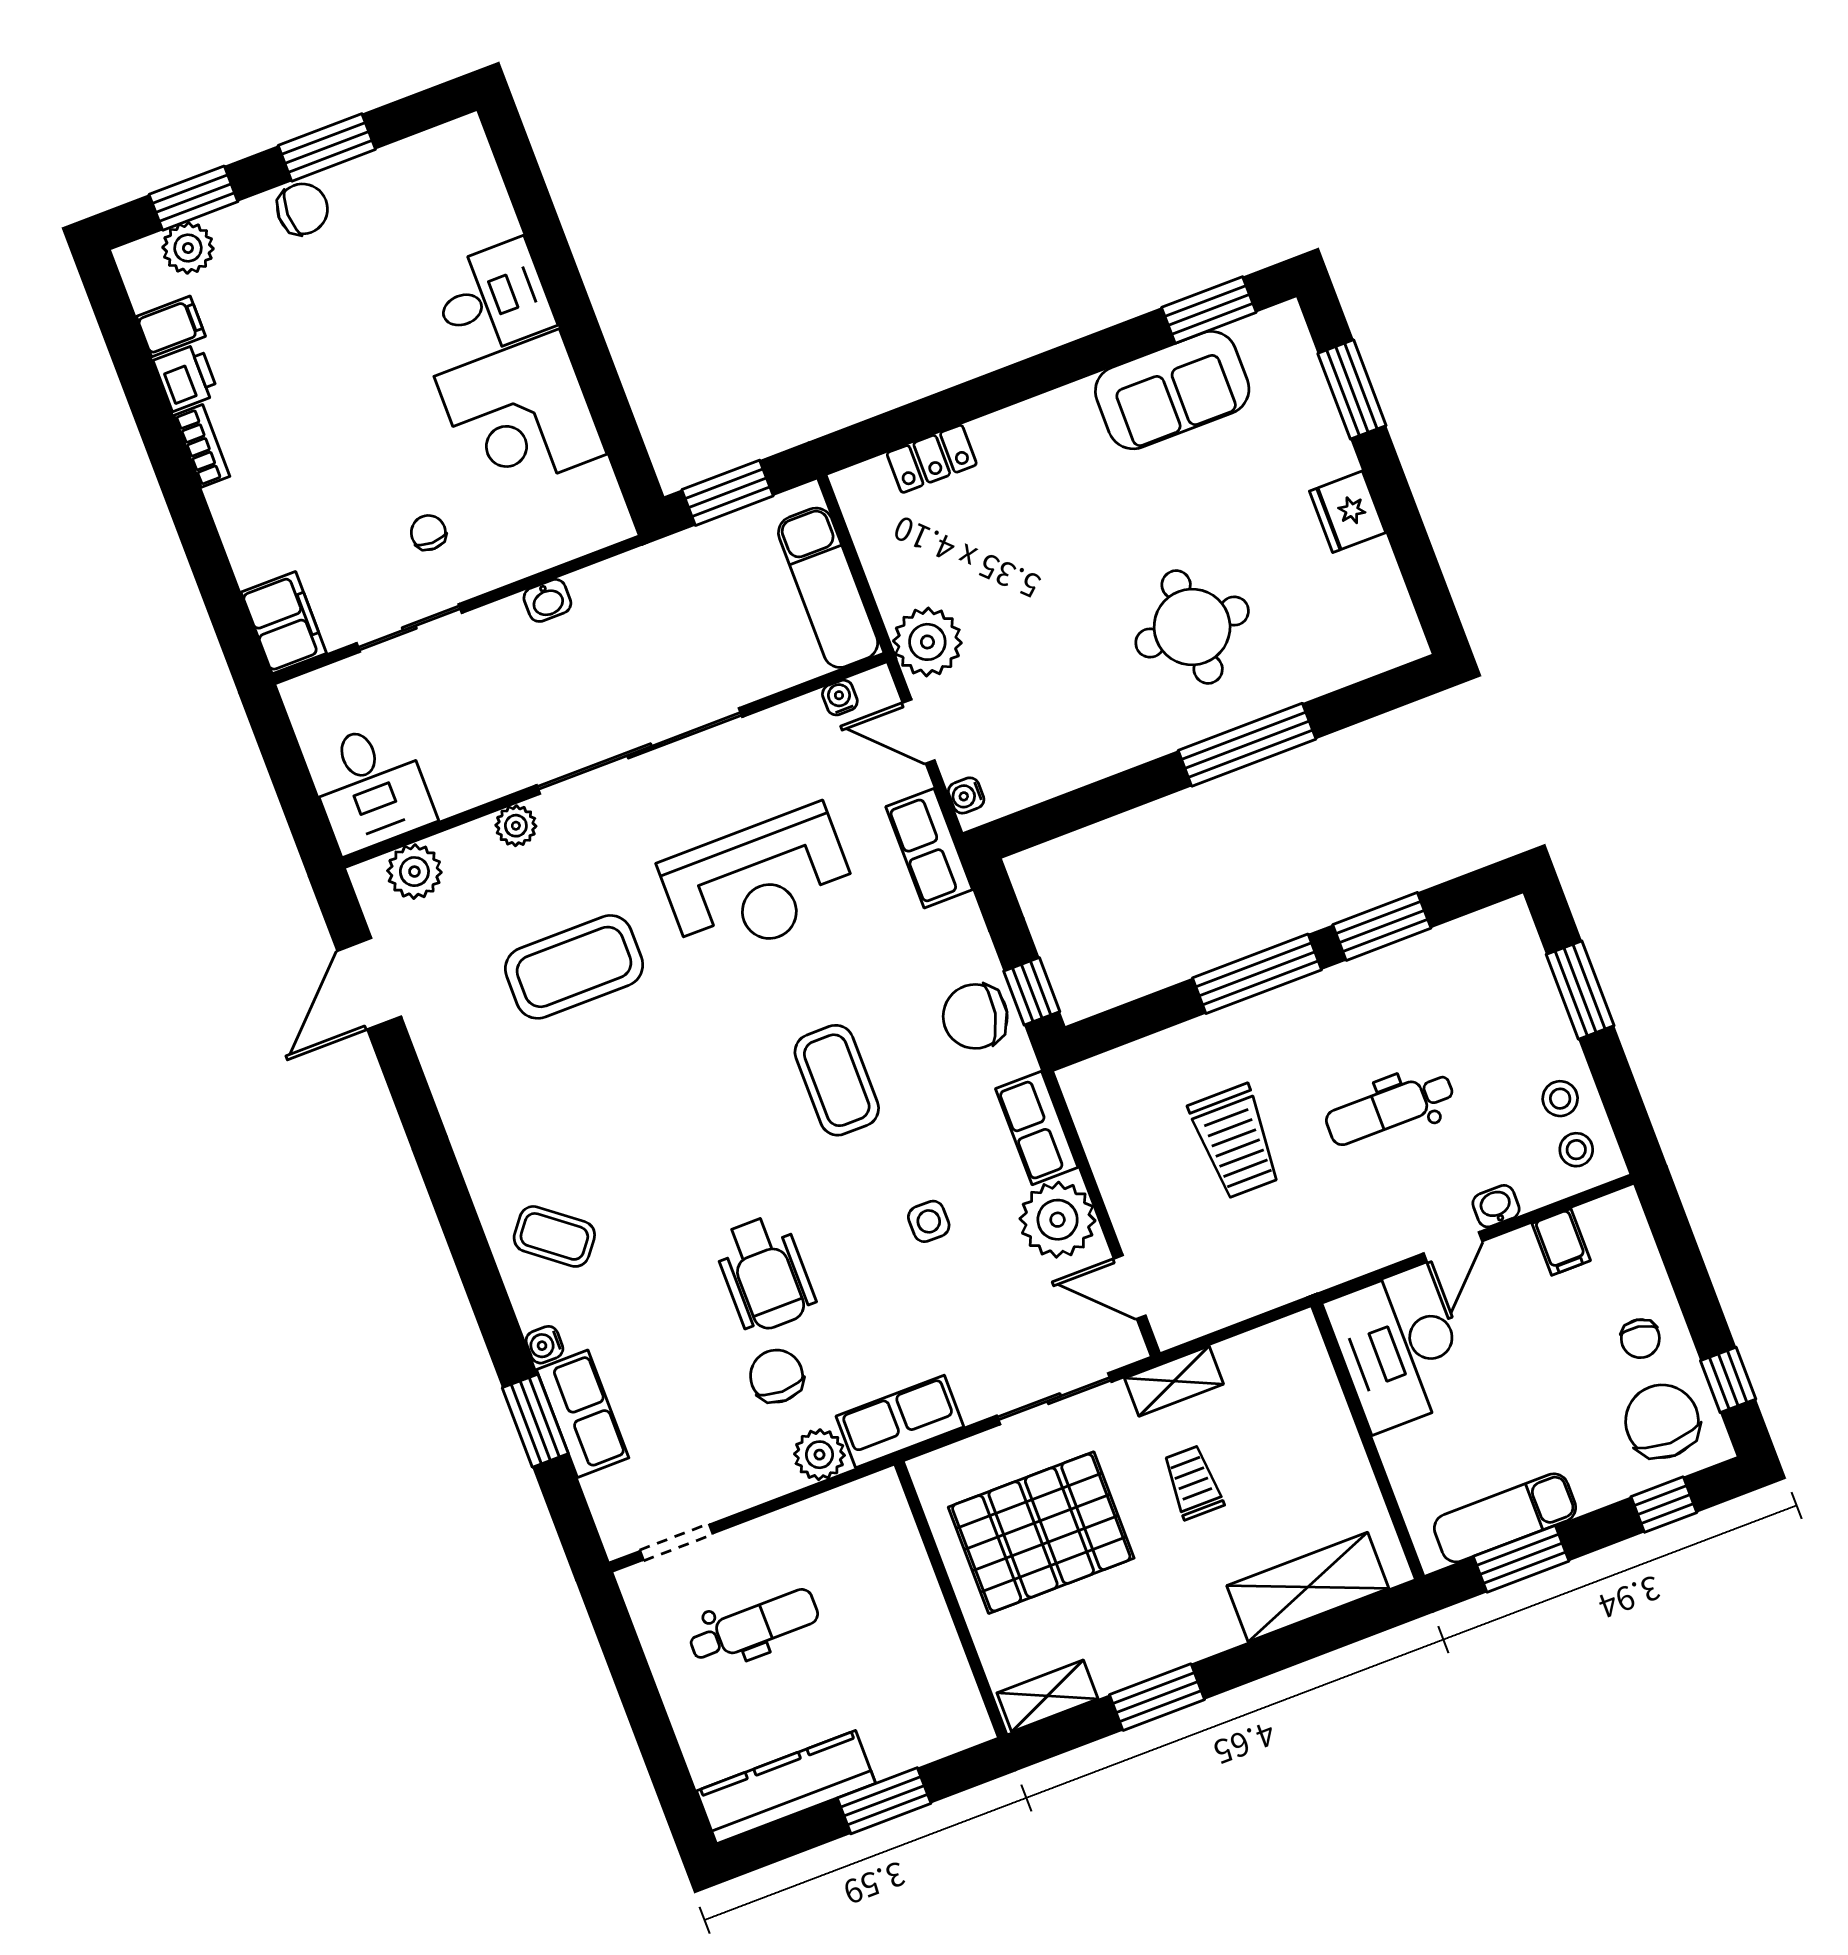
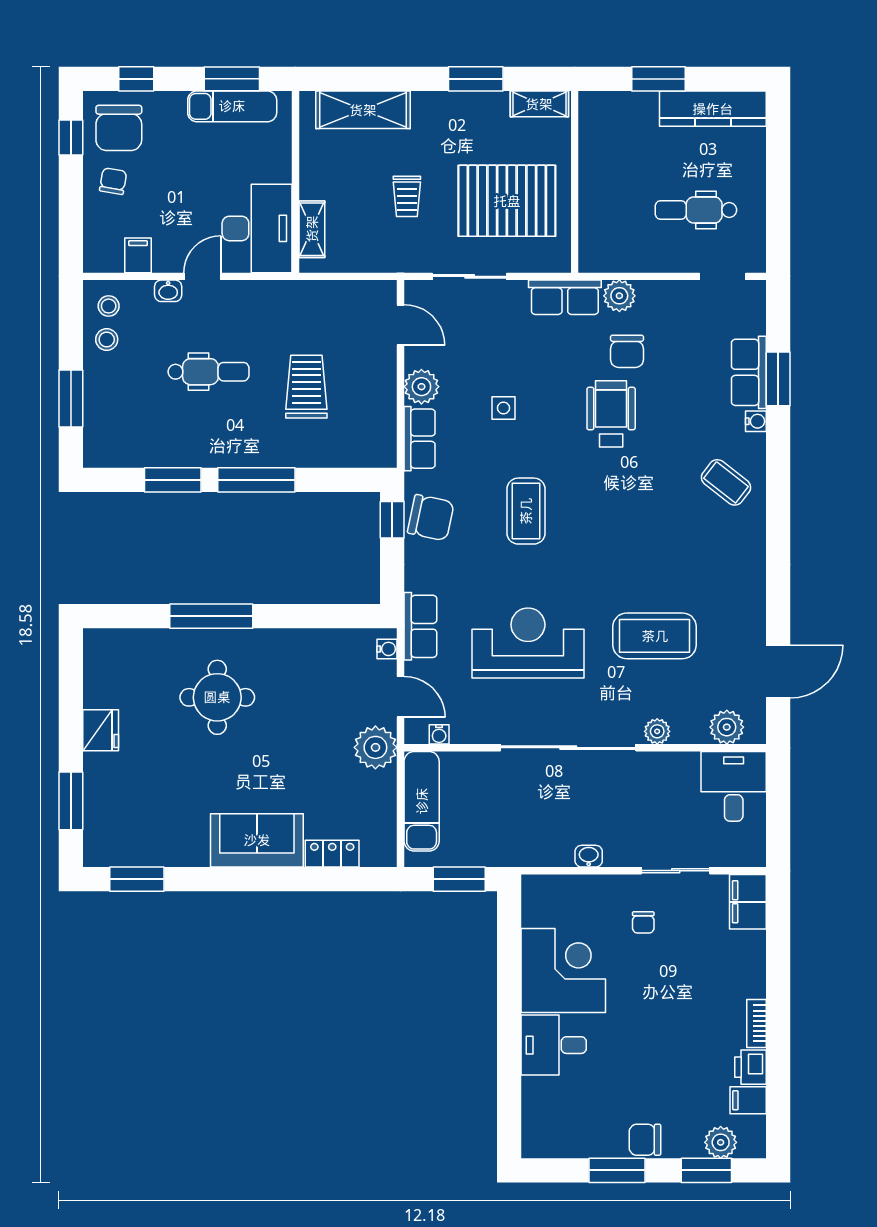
sofa: (1172, 390) -> (257, 840), moved
plant: (1058, 1220) -> (421, 387), width x0.73, depth x0.73
shelving: (1174, 1381) -> (312, 229), moved, turned 90

